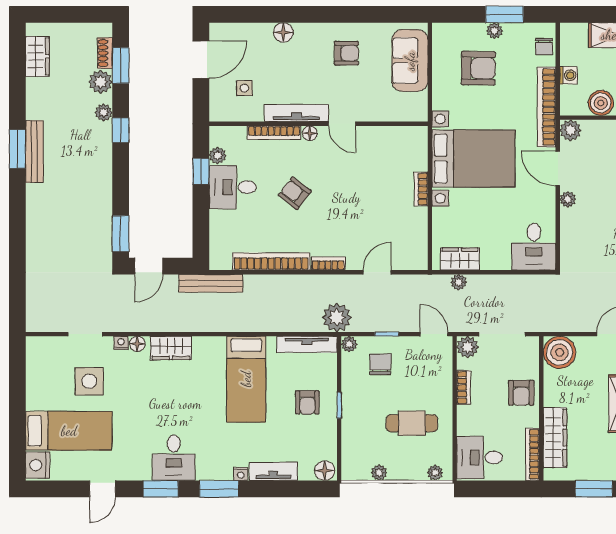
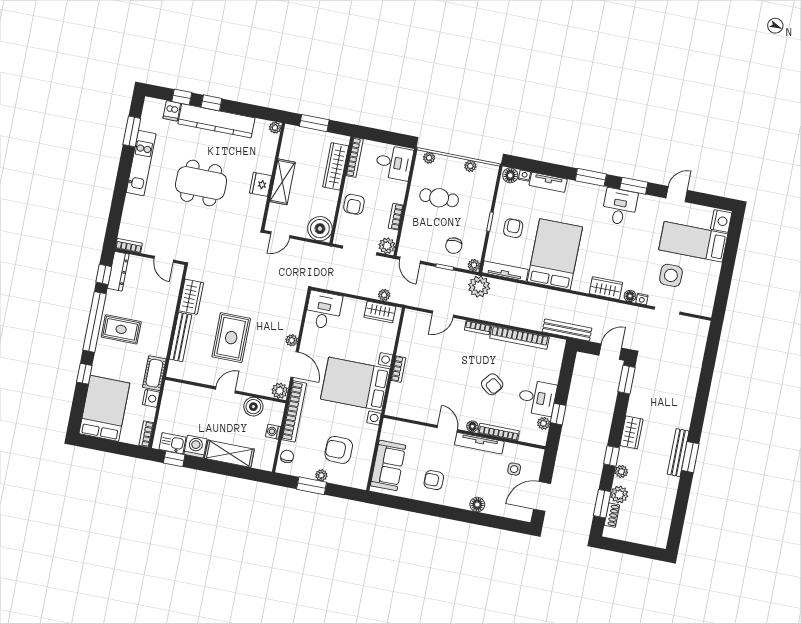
wardrobe: (37, 56) -> (631, 432), moved, turned 180
bed: (246, 379) -> (555, 254), width x1.50
armchair: (521, 393) -> (354, 204), turned 180
nightstand: (241, 474) -> (524, 176), moved

